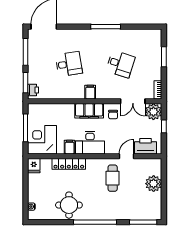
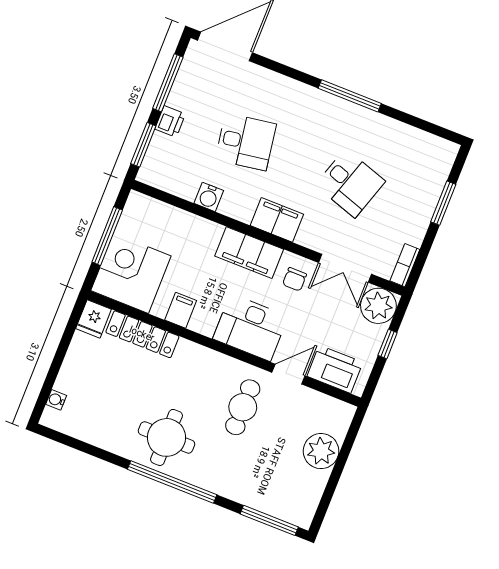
printer: (33, 90) -> (170, 122), moved
filing cabinet: (90, 92) -> (277, 220), width x2.00
water cooler: (62, 94) -> (209, 197), added
desk: (90, 143) -> (250, 328), moved
locker: (69, 164) -> (142, 334), moved
round table: (69, 205) -> (166, 437), moved

